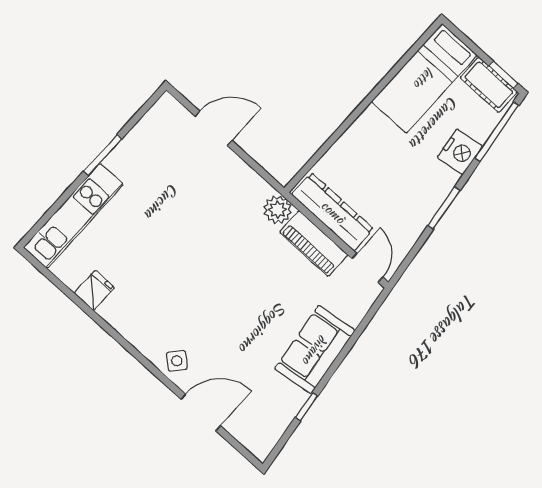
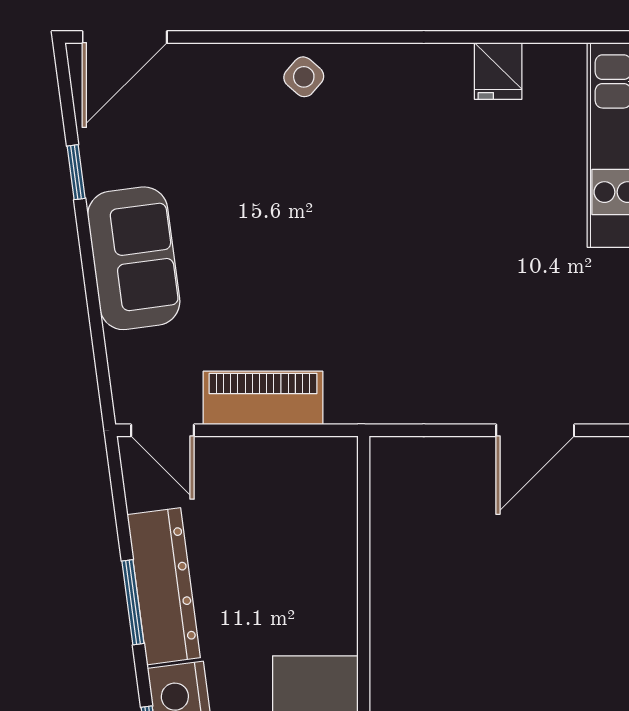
plant: (278, 210) -> (352, 399), removed
dresser: (333, 212) -> (164, 586), moved, turned -98
door: (201, 412) -> (125, 37), moved

